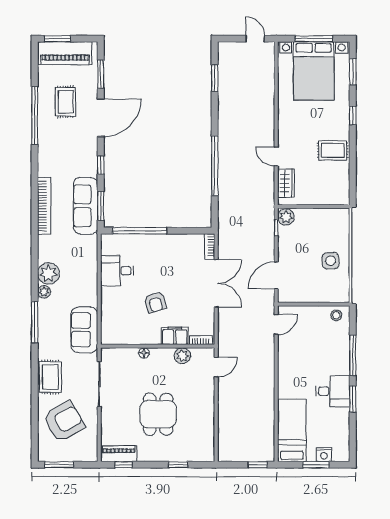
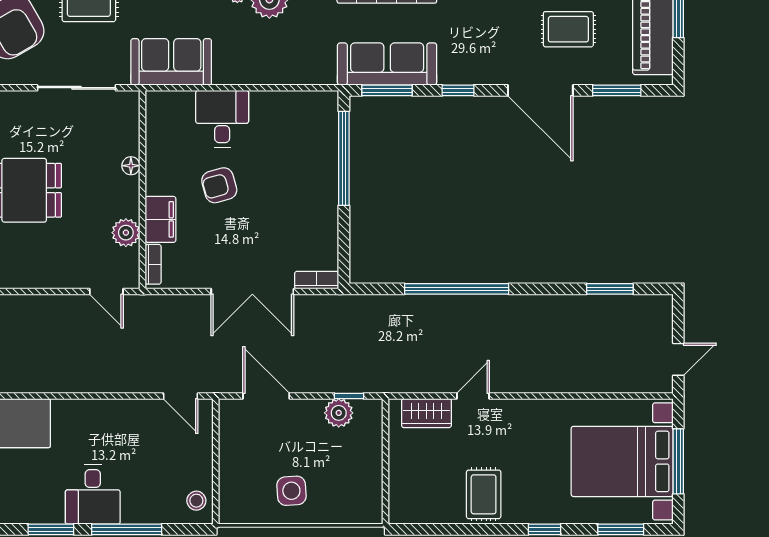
plant: (286, 217) -> (339, 413), moved
desk: (117, 271) -> (222, 119), moved
desk: (333, 391) -> (93, 495), moved

